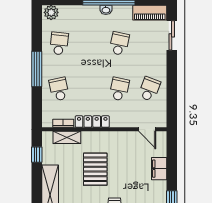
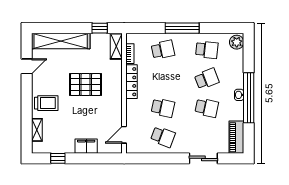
sliding door: (172, 35) -> (203, 158), moved
school desk: (89, 43) -> (207, 79), added
shelving: (67, 137) -> (116, 46), moved

